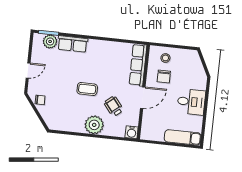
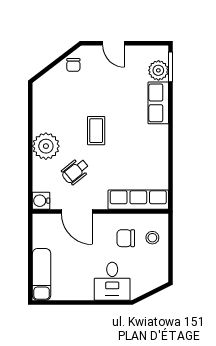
door: (143, 98) -> (77, 211), moved
desk: (191, 102) -> (112, 281), moved
wheelchair: (114, 106) -> (75, 171), turned 180

